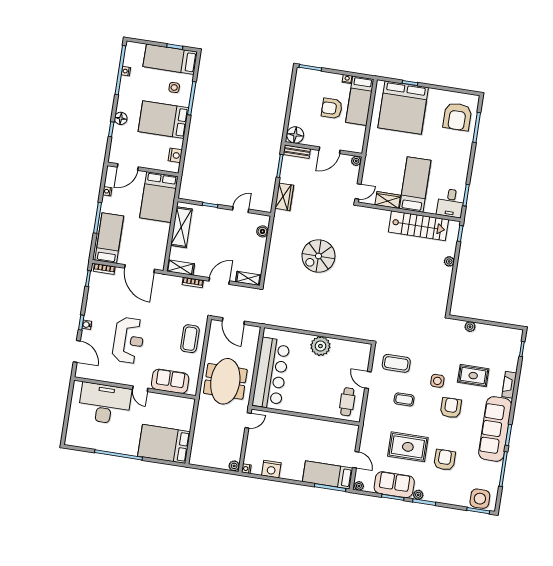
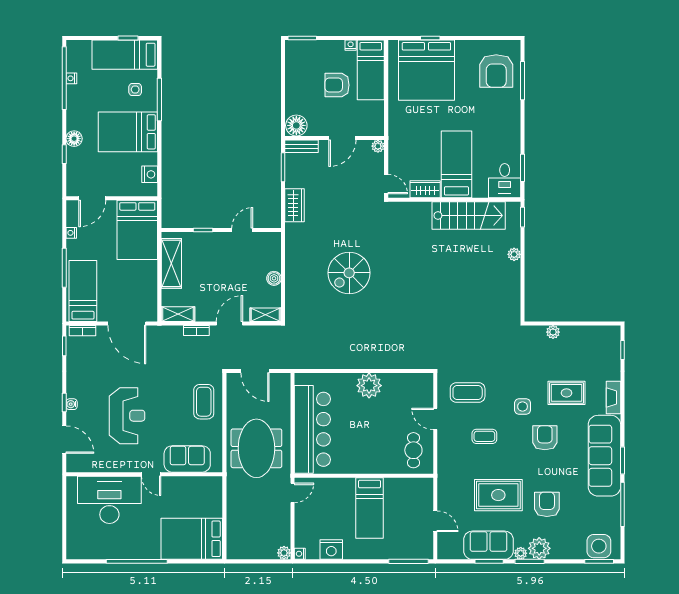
door: (358, 191) -> (386, 184), hinge flipped
boiler: (262, 231) -> (274, 278), moved
bed: (328, 475) -> (370, 508), moved, turned -90
plant: (359, 486) -> (539, 548), moved, width x1.88, depth x1.88

